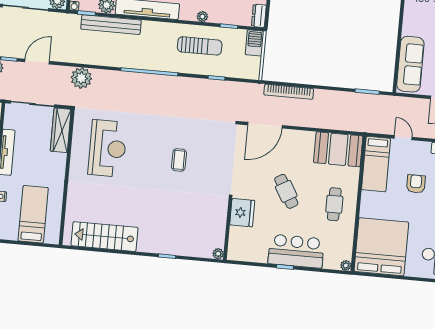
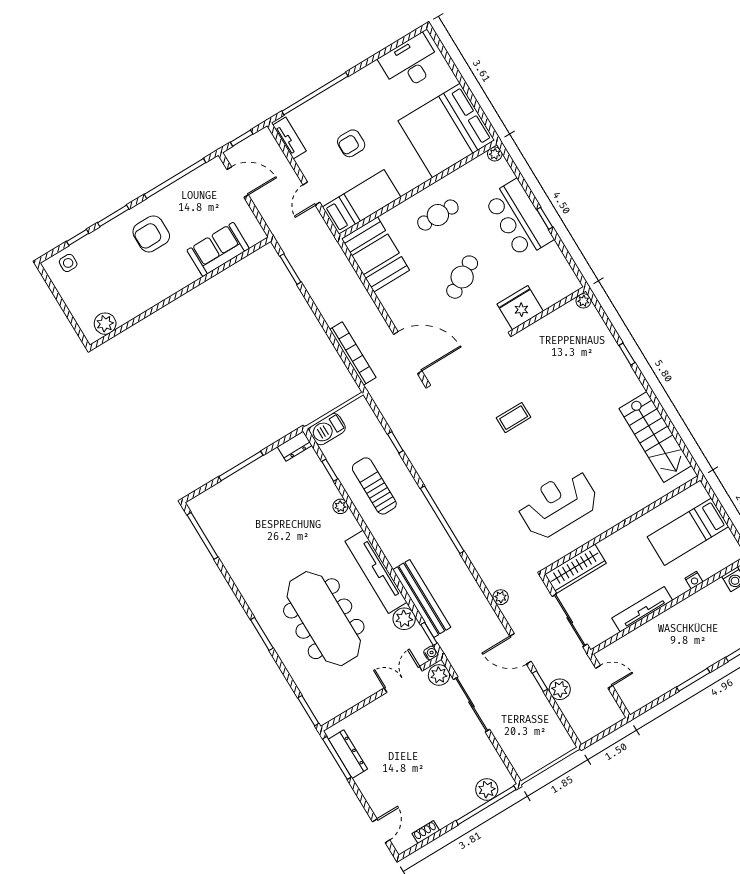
sofa: (410, 64) -> (218, 249), width x0.73
plant: (81, 78) -> (501, 597), width x0.53, depth x0.53

